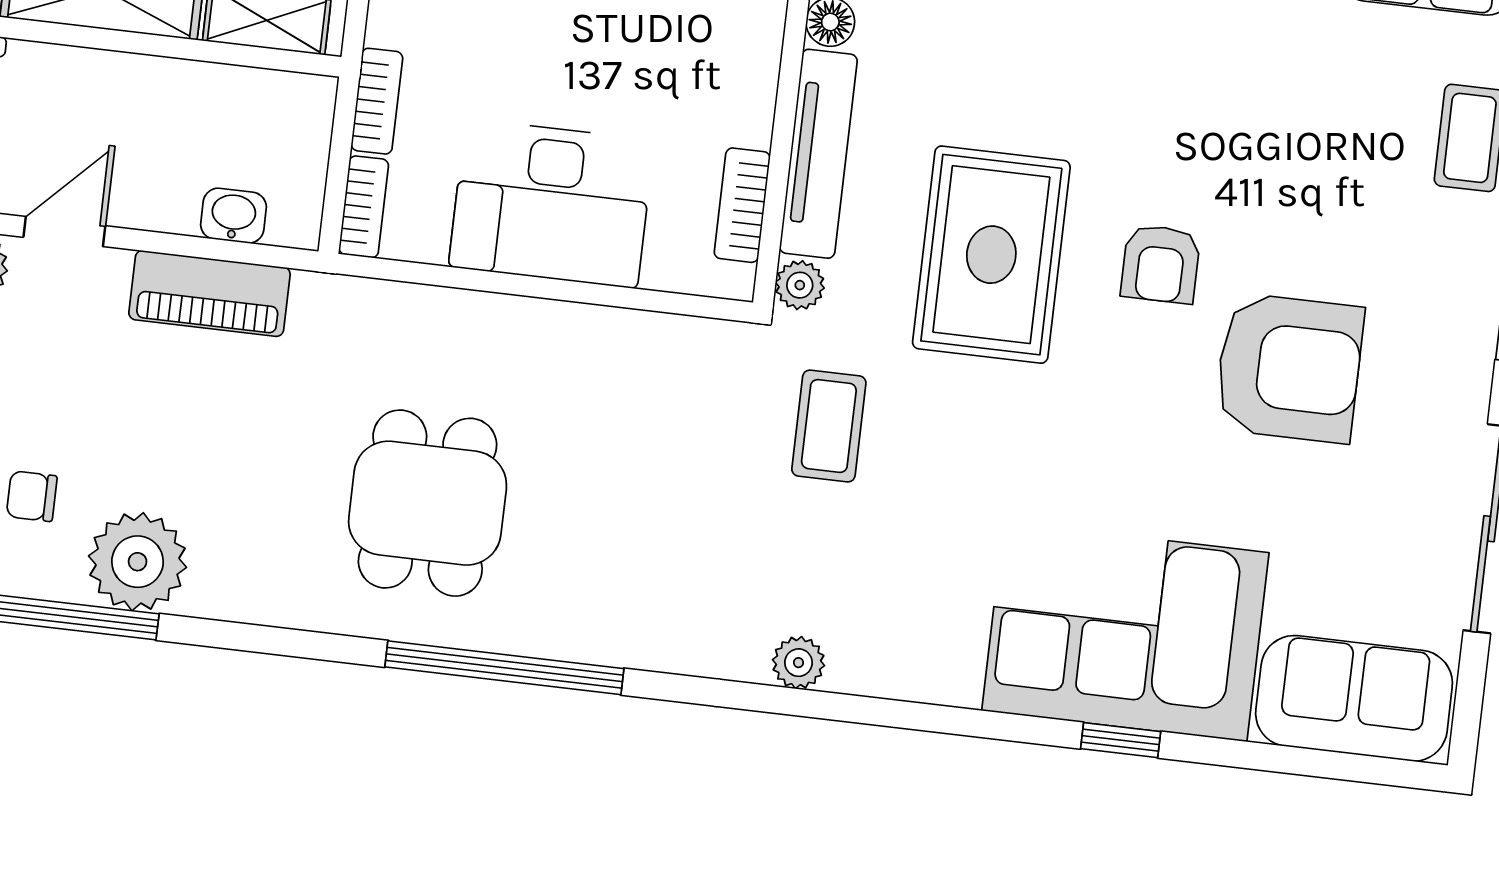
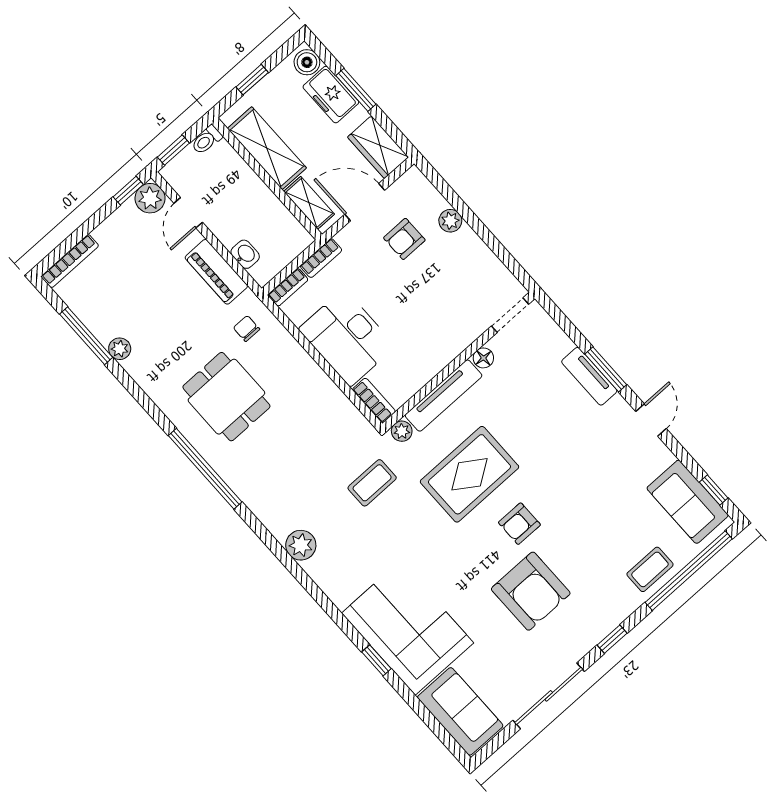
bookcase: (742, 205) -> (374, 400), moved, turned 90
door: (64, 232) -> (188, 213), swing flipped
chair: (32, 496) -> (247, 329), moved
dining table: (428, 503) -> (226, 397), turned 90
plant: (138, 562) -> (120, 349), width x0.53, depth x0.53
plant: (799, 663) -> (301, 545), width x1.38, depth x1.38

